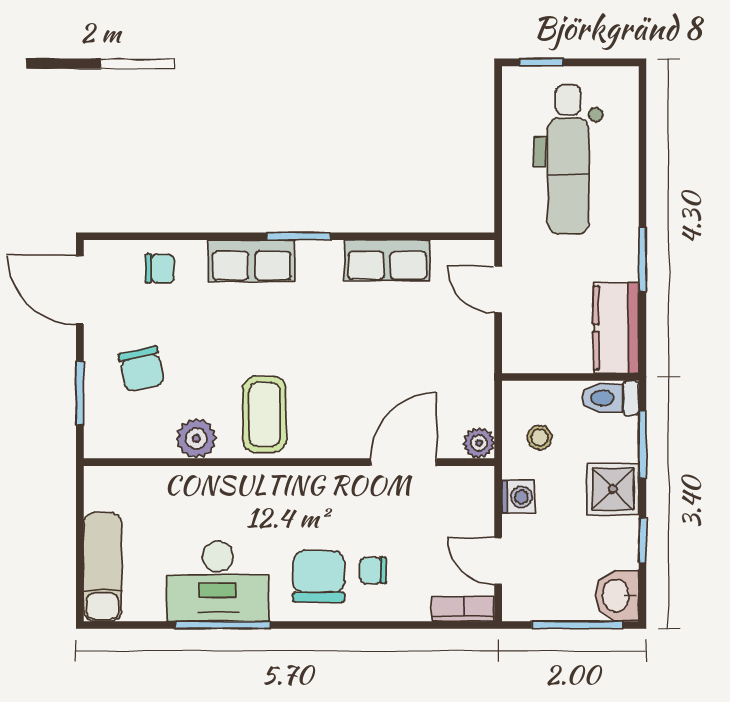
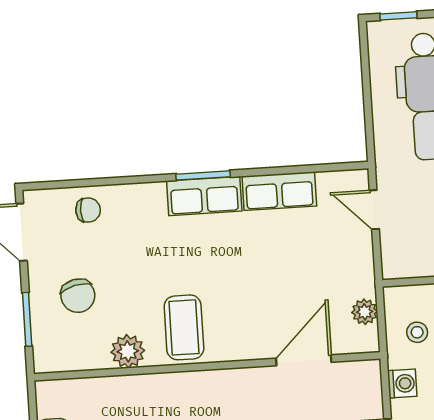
row of seats: (252, 261) -> (204, 196), moved
plant: (479, 443) -> (365, 312), moved

